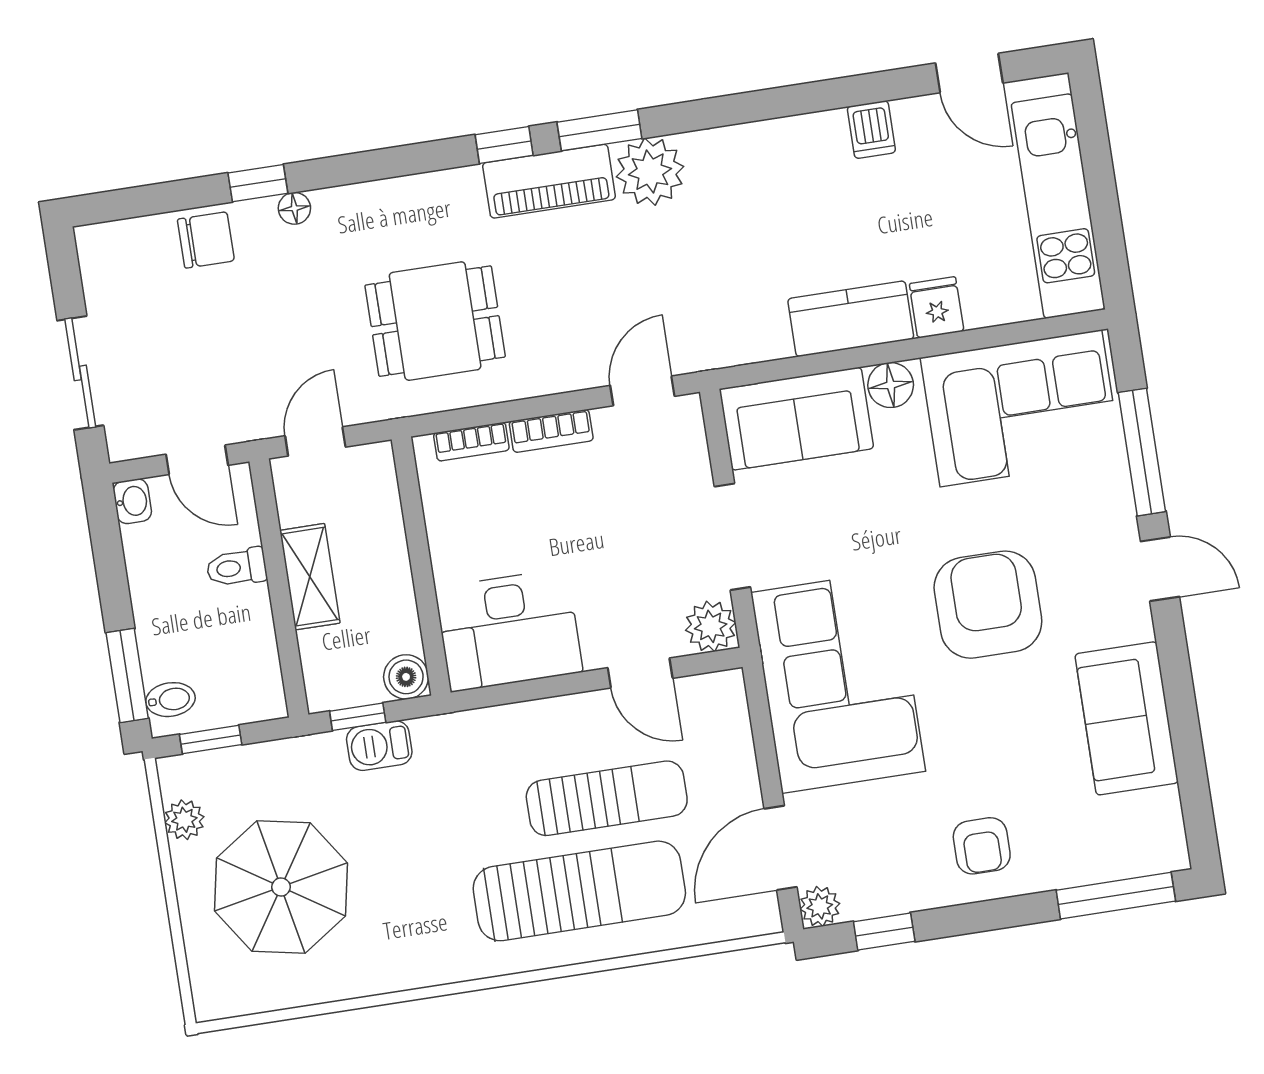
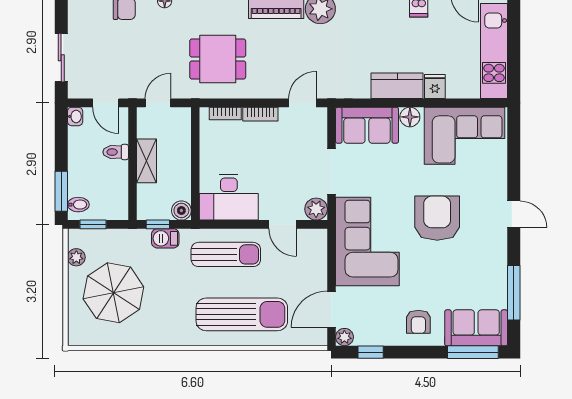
window: (1142, 452) -> (514, 293), moved
sofa: (1127, 718) -> (476, 328), moved, turned 90
sun lounger: (607, 798) -> (226, 254), moved

